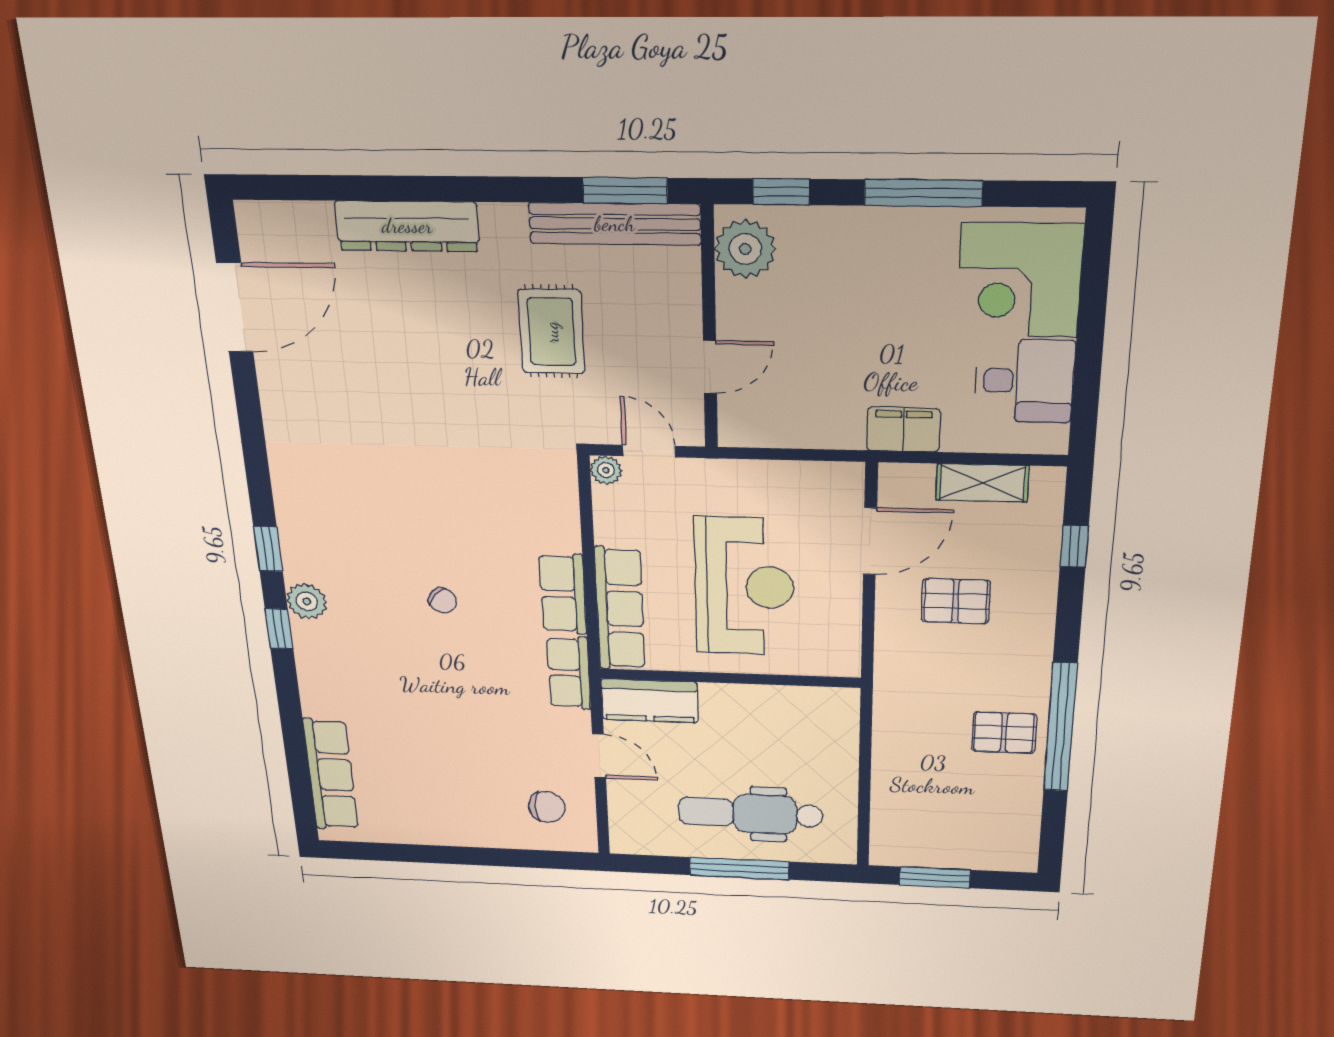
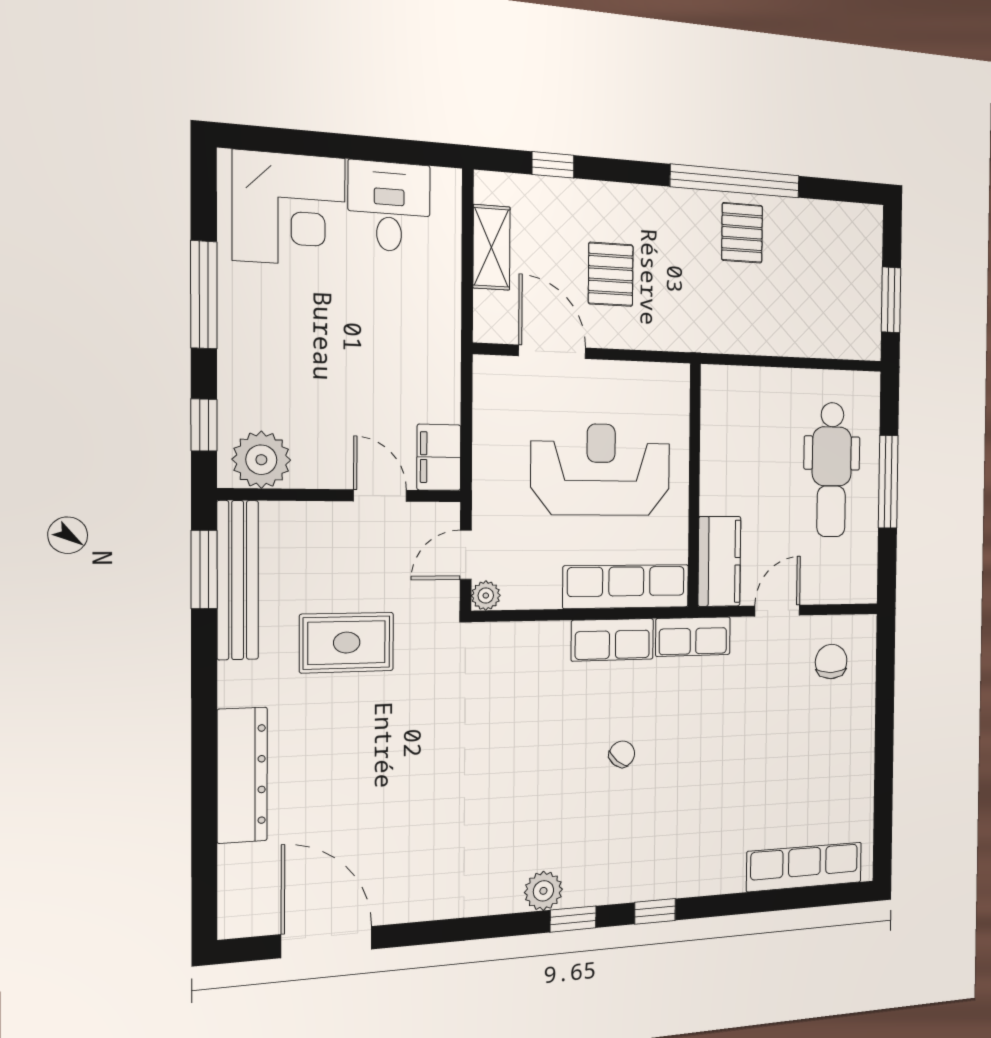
filing cabinet: (903, 430) -> (439, 457), moved
plant: (307, 601) -> (543, 891), moved

